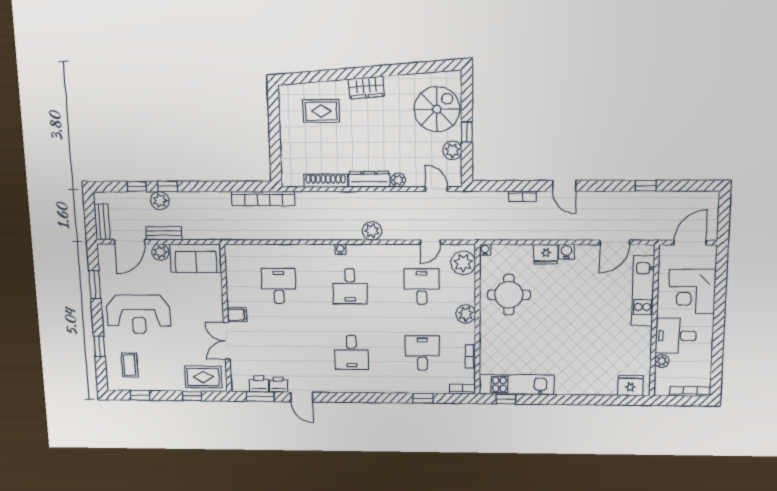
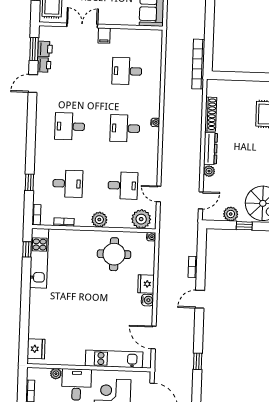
plant: (372, 231) -> (169, 148), removed
desk: (279, 286) -> (127, 71), turned 180

